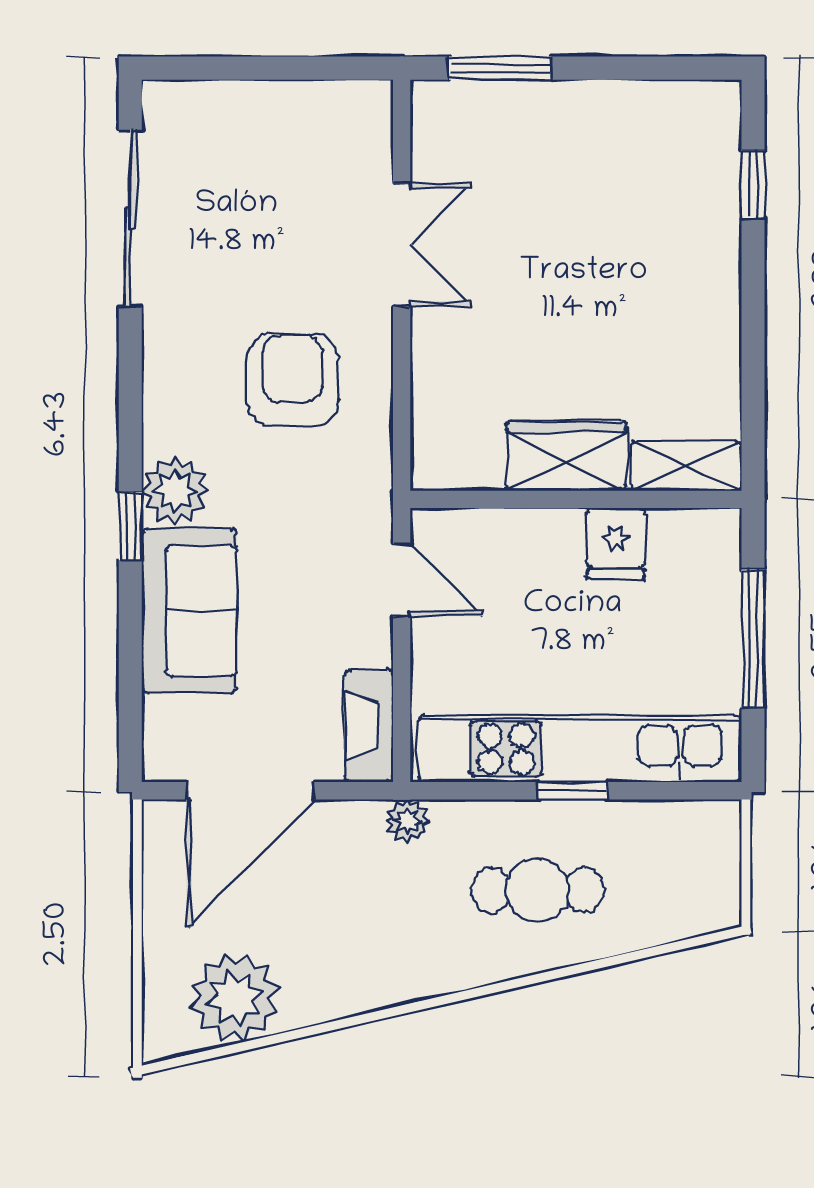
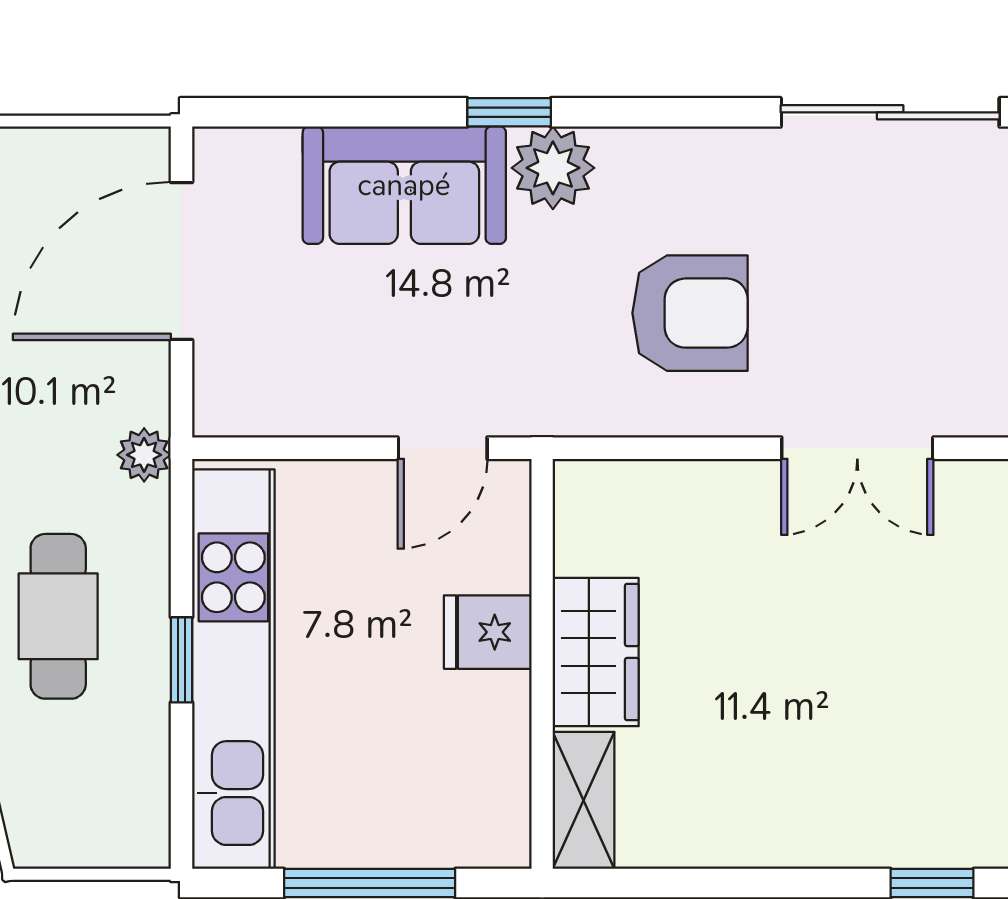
fridge: (616, 543) -> (488, 632), moved
fireplace: (369, 726) -> (262, 408), removed
door: (250, 791) -> (181, 261), hinge flipped

